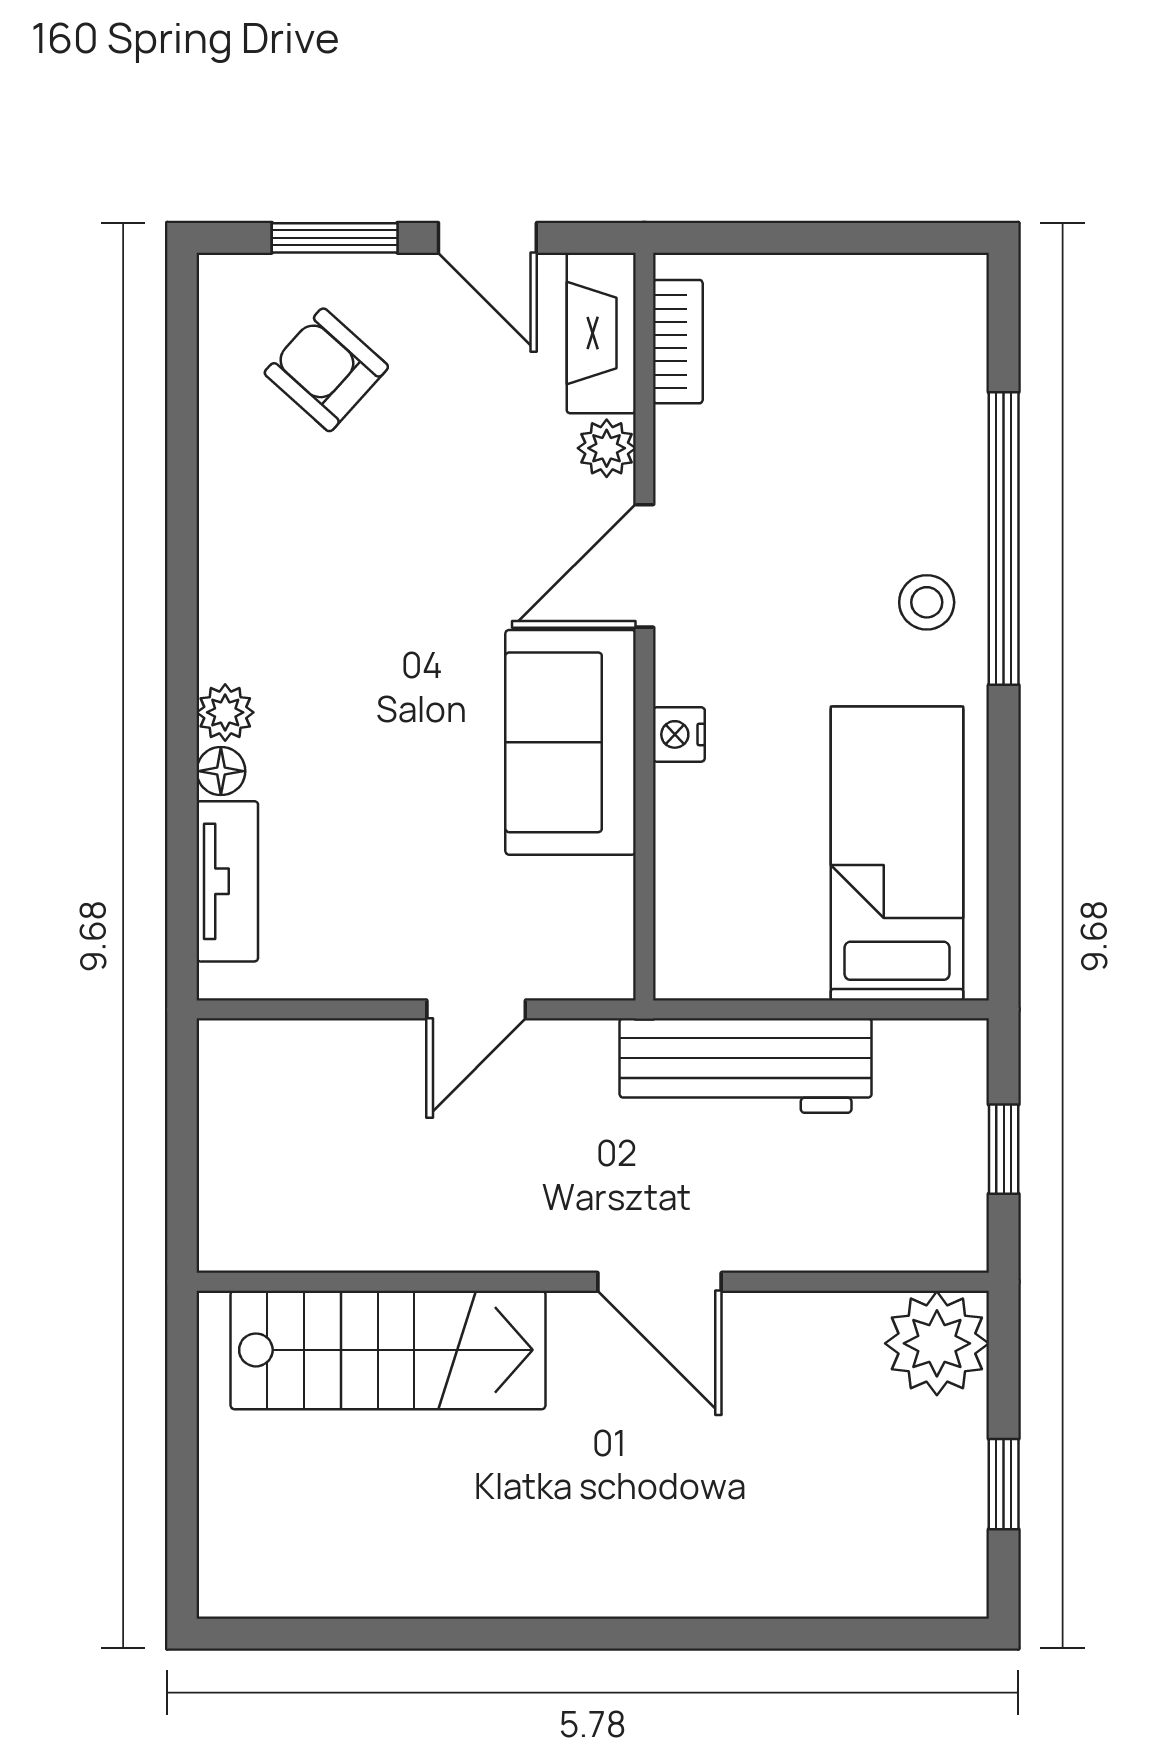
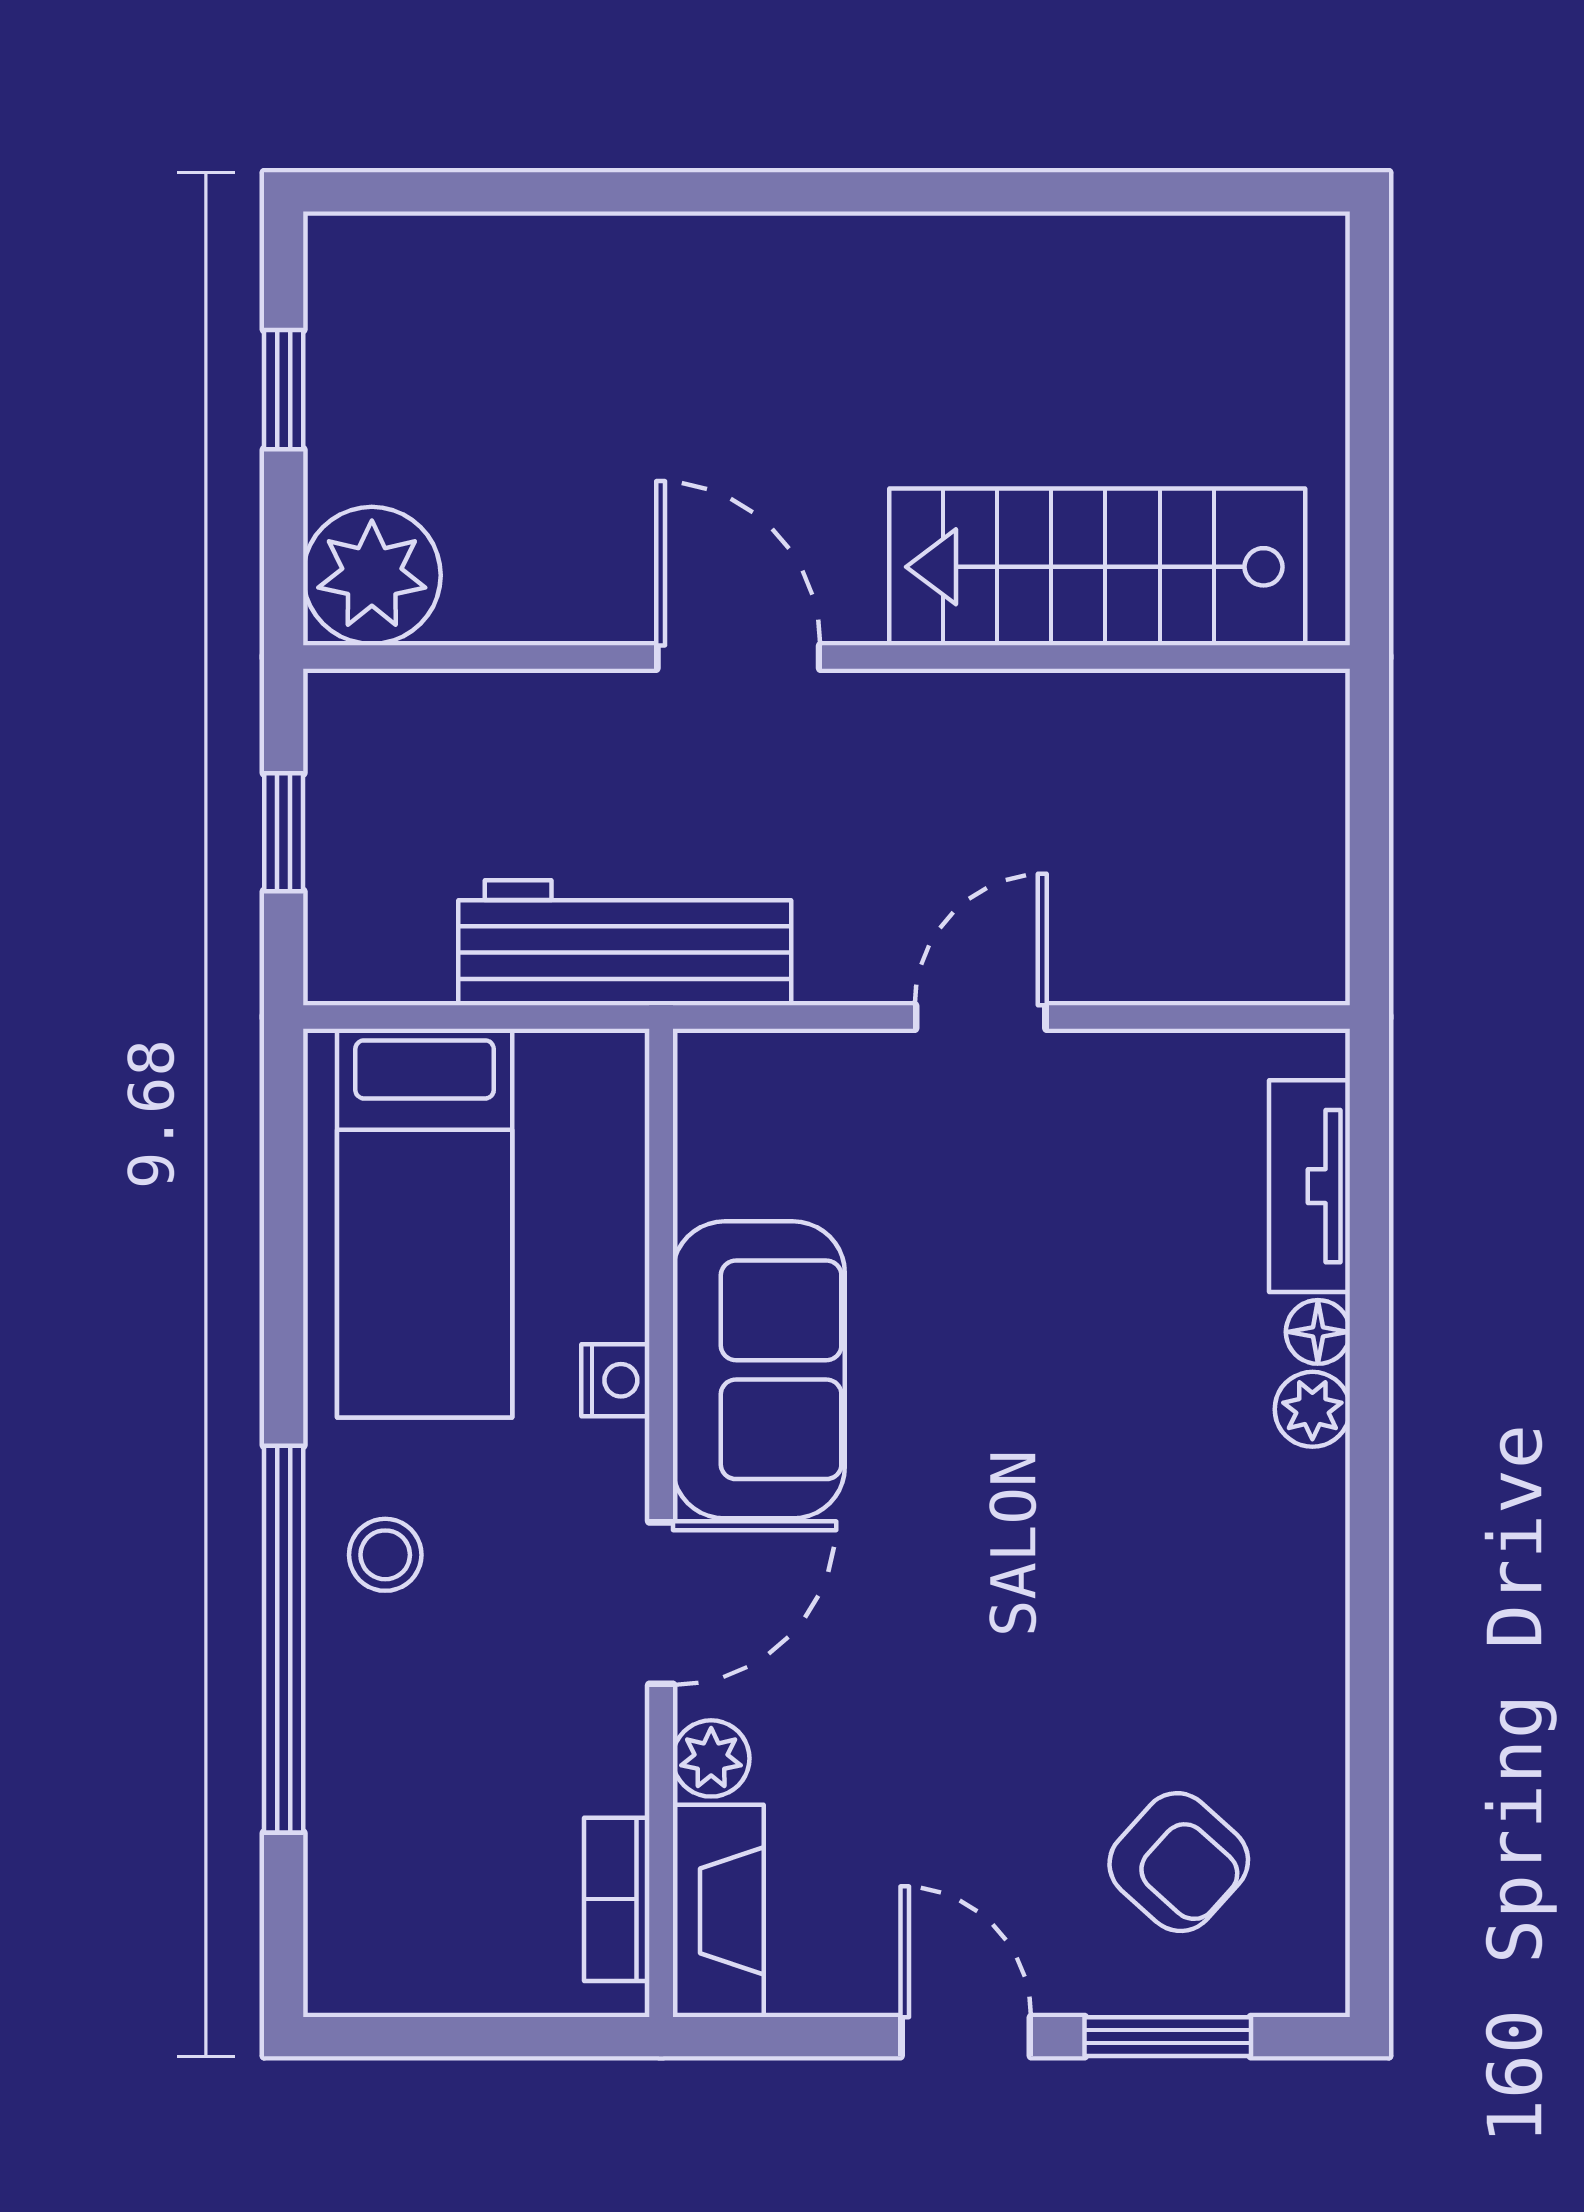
fireplace: (601, 333) -> (718, 1911), moved
bookcase: (678, 342) -> (617, 1899), moved
plant: (607, 448) -> (711, 1758), moved
door: (644, 566) -> (661, 1603), moved
wall: (644, 627) -> (661, 1523), moved
nightstand: (679, 734) -> (615, 1380), moved
sofa: (570, 742) -> (759, 1370), moved

